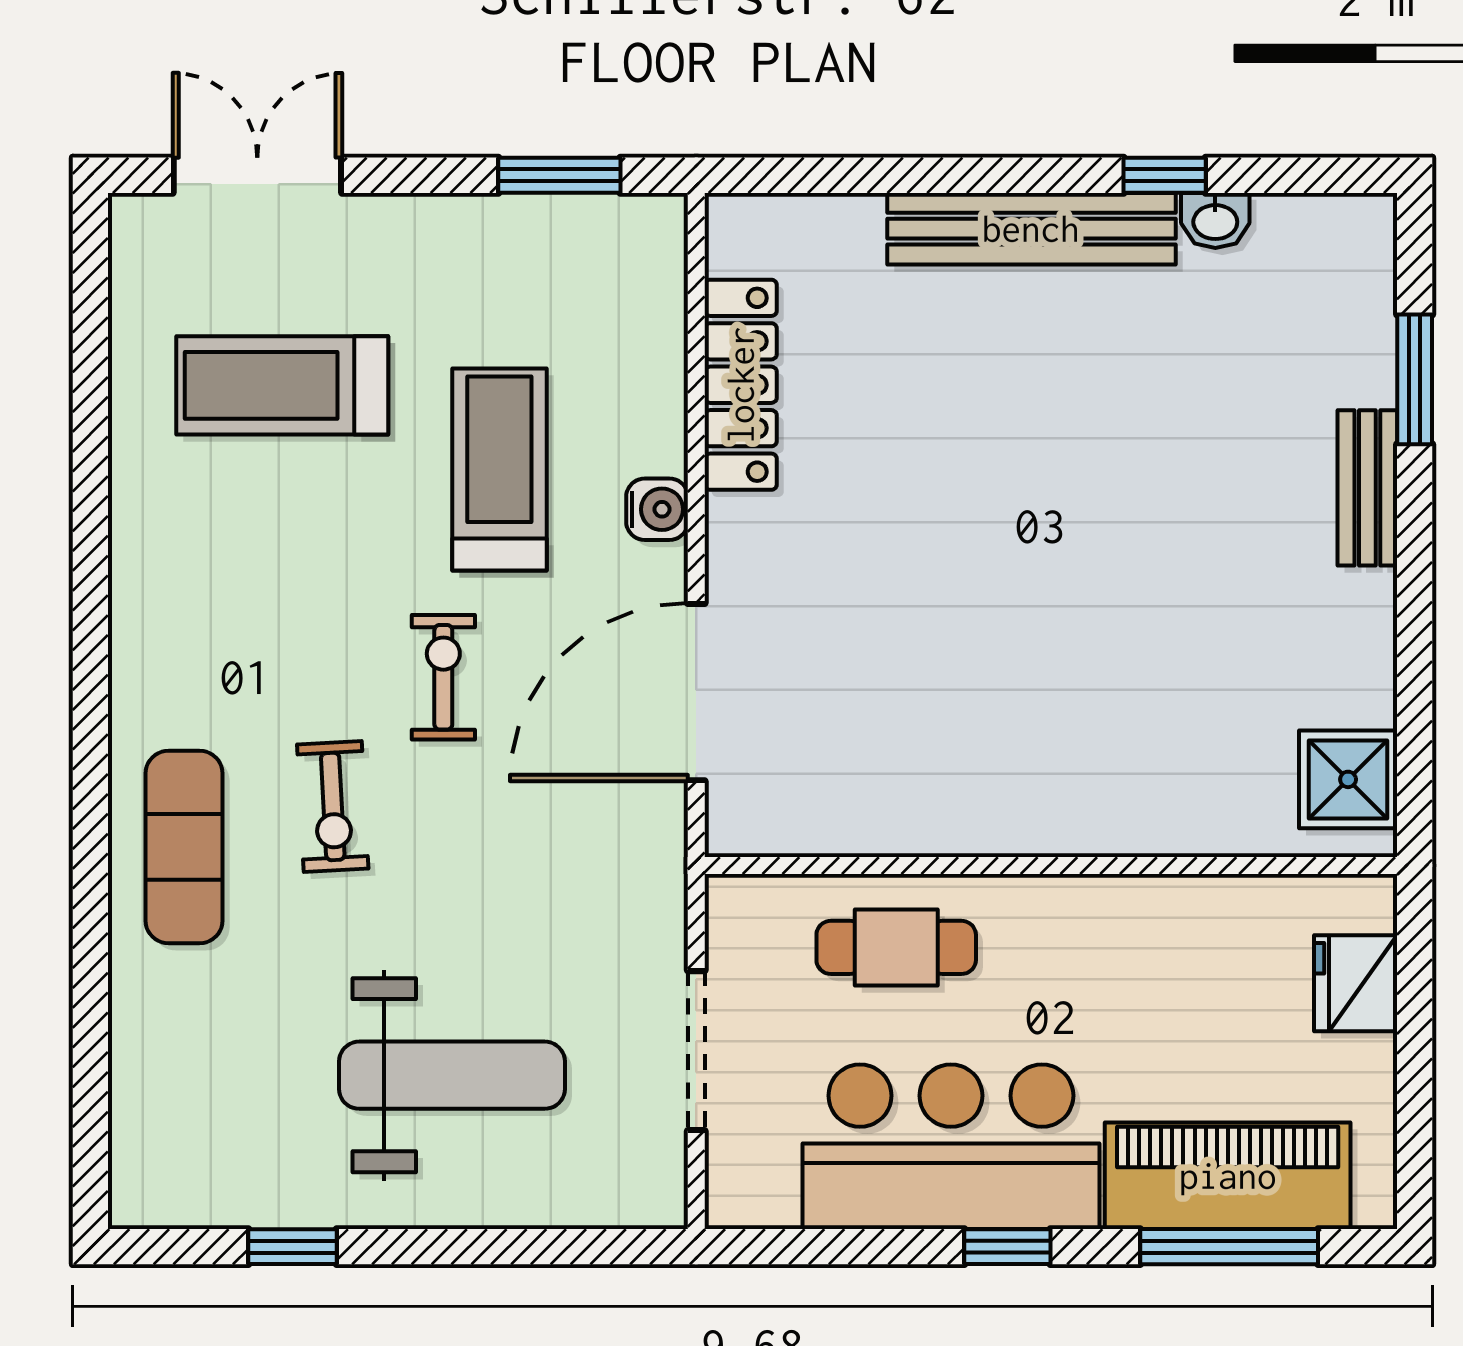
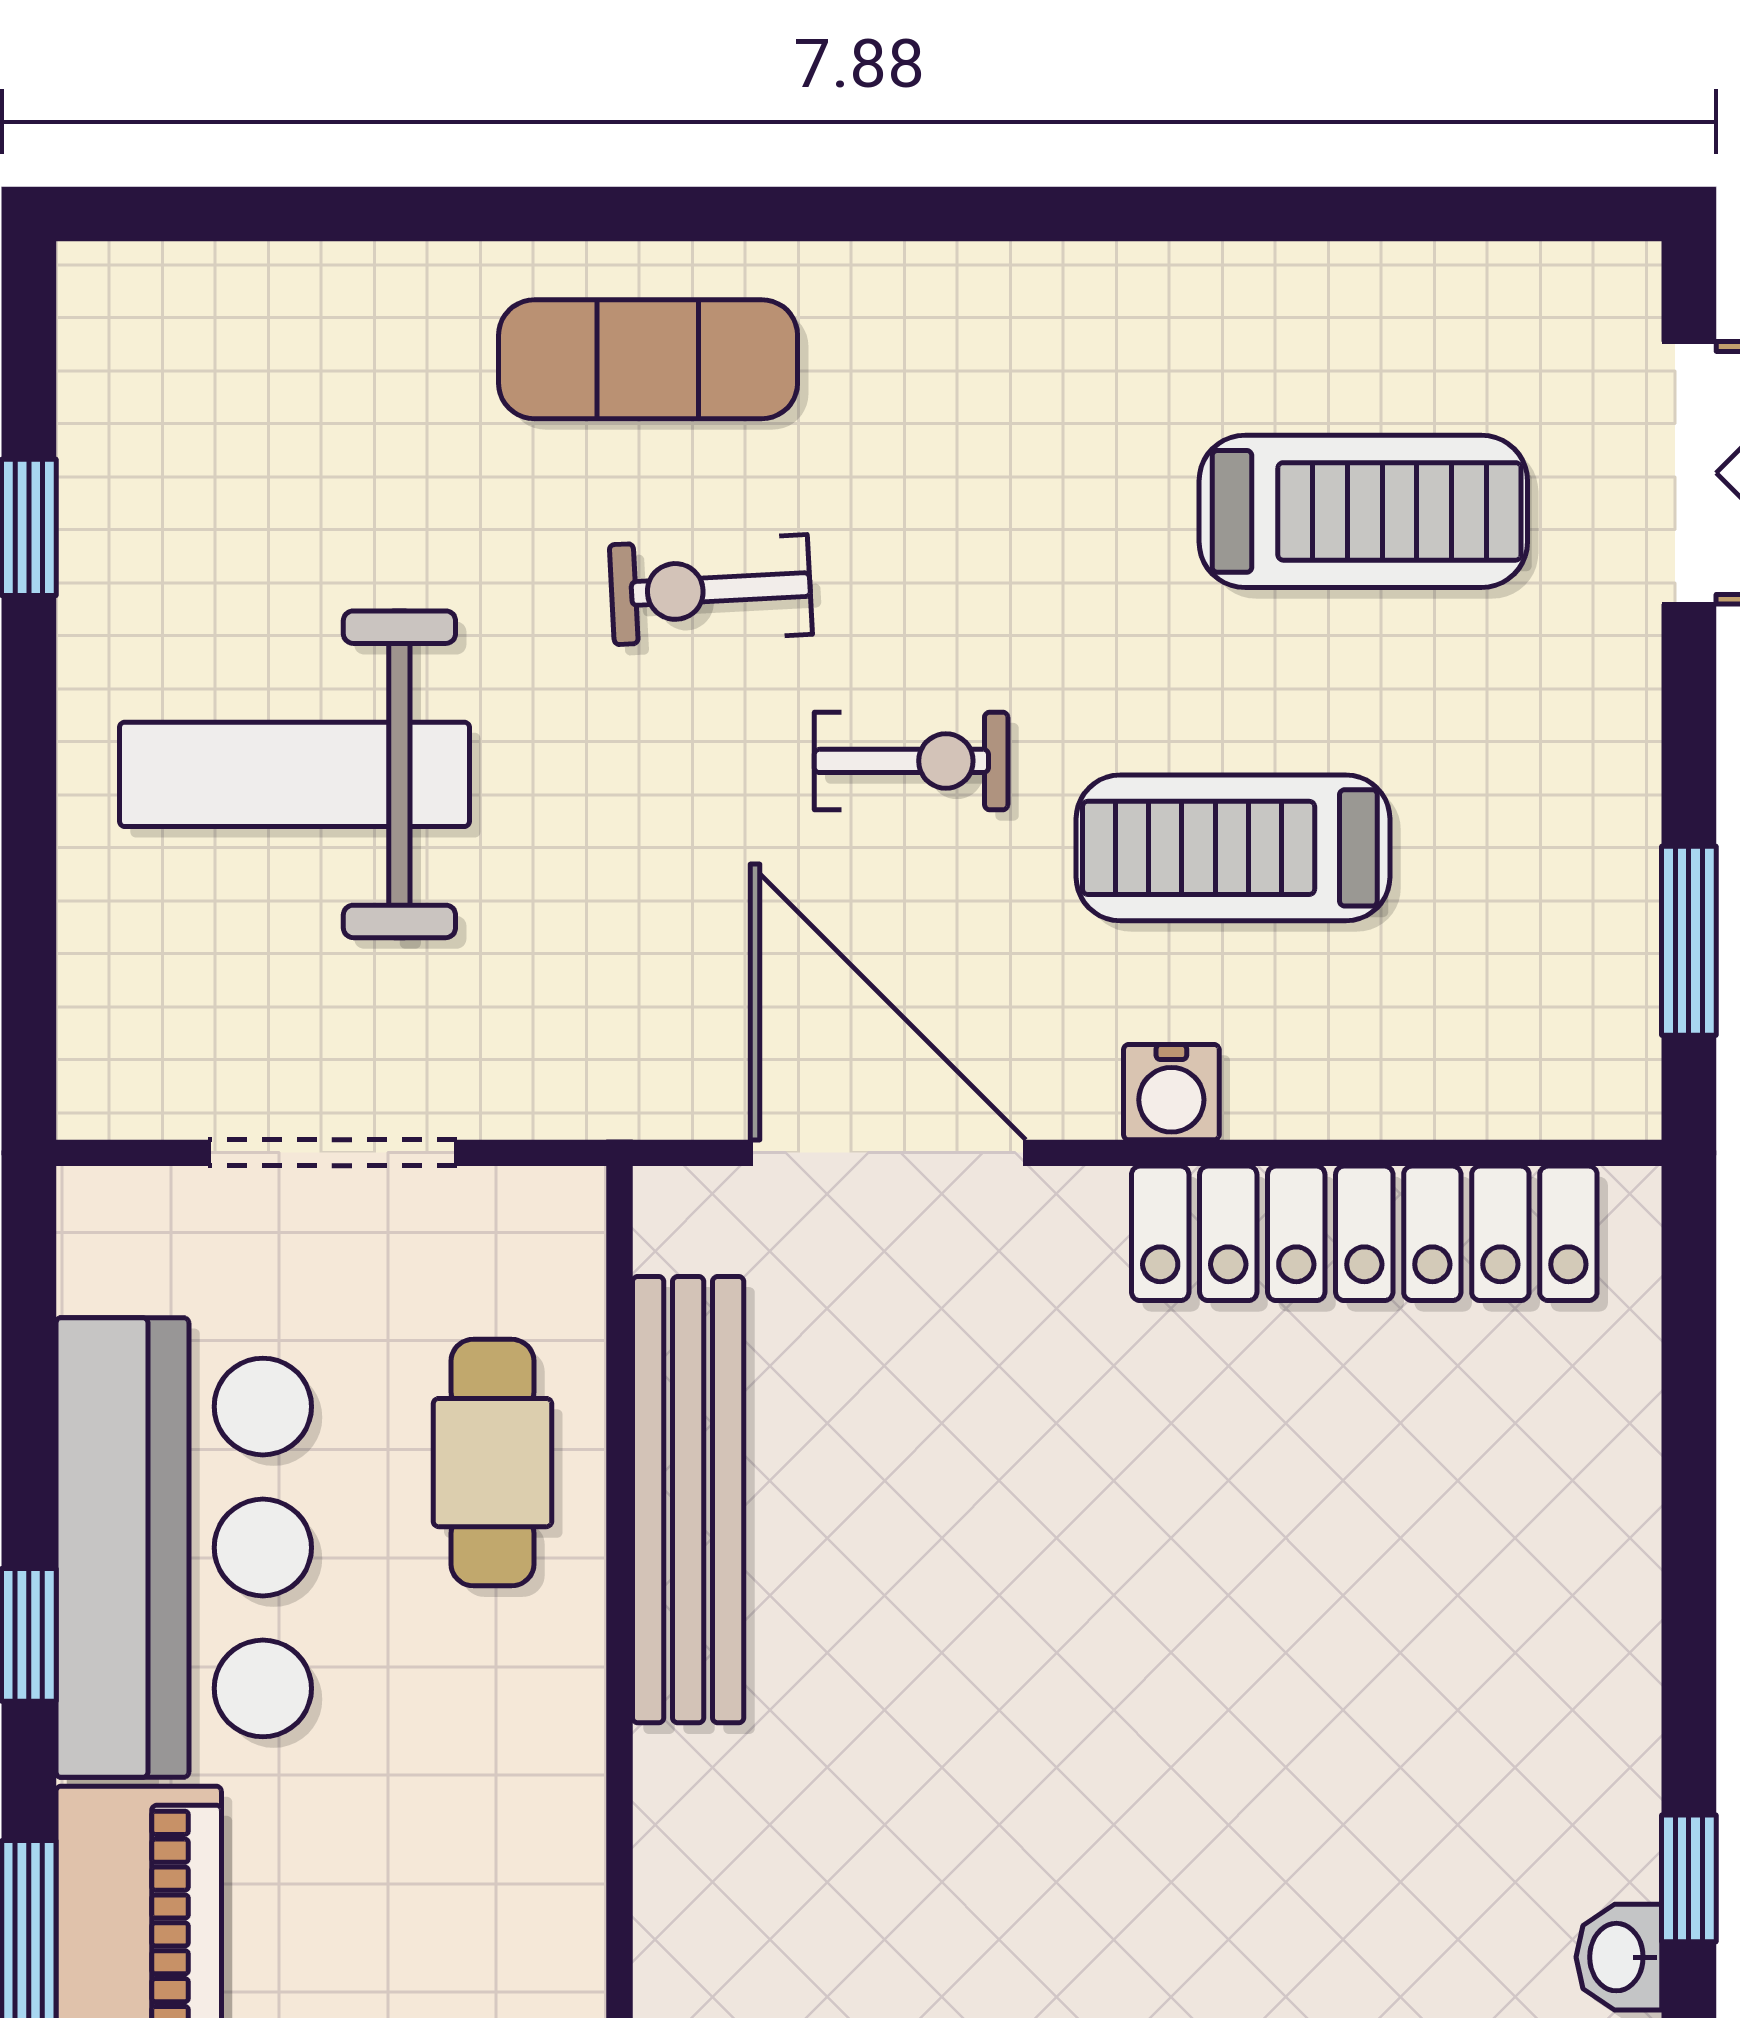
bench: (1031, 229) -> (688, 1500), moved
treadmill: (282, 385) -> (1363, 511), turned 90
locker: (741, 385) -> (1364, 1233), width x1.41, depth x1.21
treadmill: (499, 469) -> (1233, 848), turned 180
weight bench: (452, 1075) -> (295, 774), turned 90

